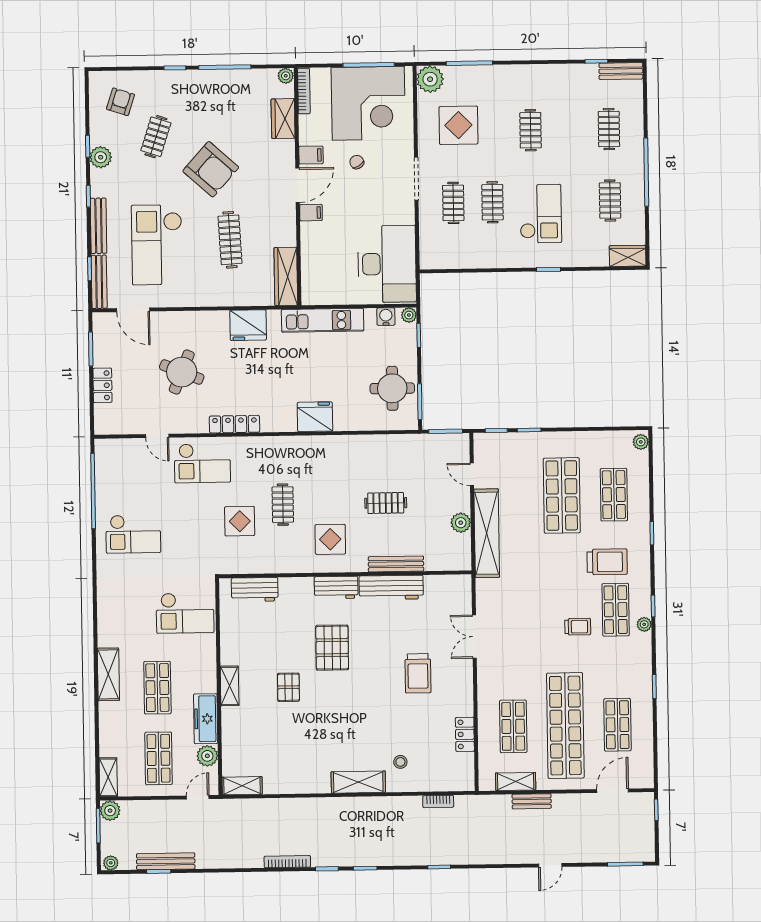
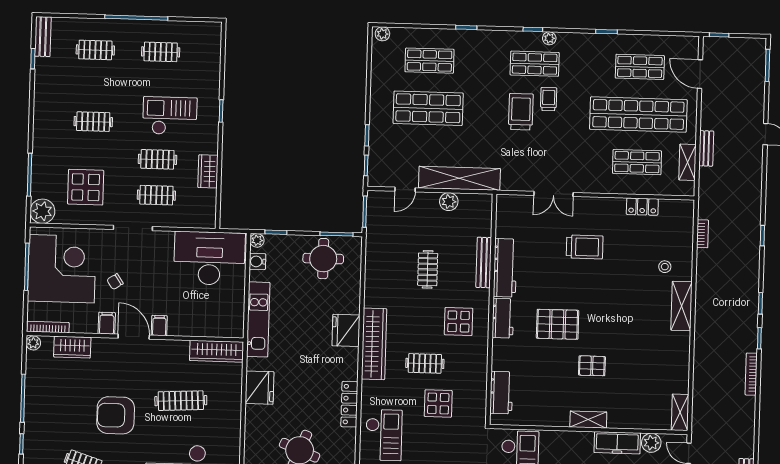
armchair: (211, 169) -> (116, 415), turned -132
wardrobe: (628, 256) -> (208, 171), moved
wardrobe: (302, 448) -> (374, 344), added
trolley: (607, 562) -> (521, 112), moved

